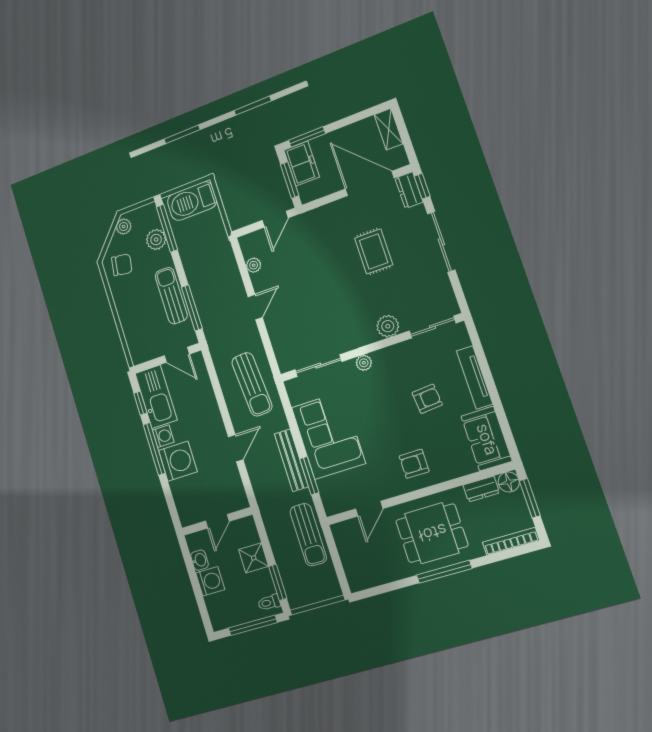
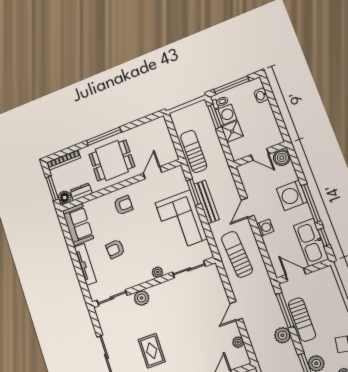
plant: (196, 275) -> (282, 335), added
washing machine: (163, 436) -> (265, 228), moved, turned 180
boiler: (189, 514) -> (282, 158), added
door: (217, 521) -> (260, 154), swing flipped
washbasin: (199, 560) -> (261, 95), moved
washing machine: (210, 581) -> (226, 115), moved, turned 180

